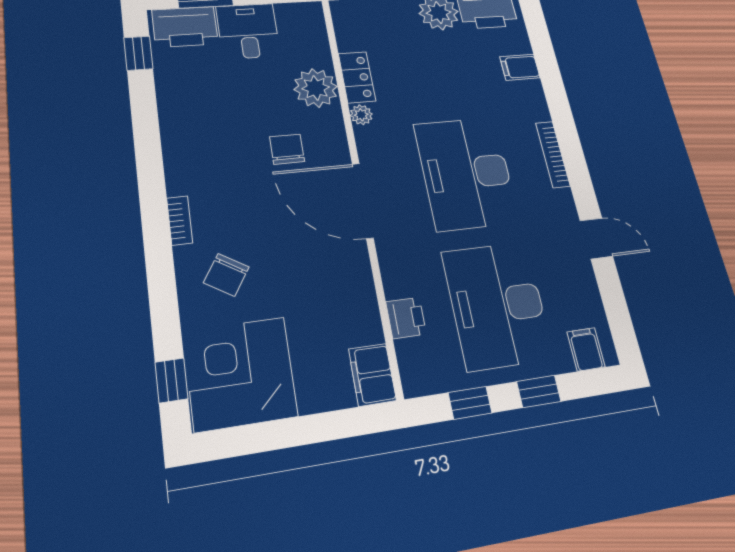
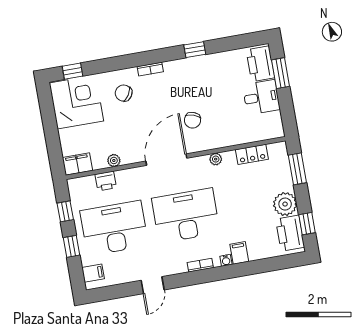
window: (138, 53) -> (195, 50), moved
filing cabinet: (520, 67) -> (239, 253), moved
locker: (357, 77) -> (252, 154), moved
plant: (316, 88) -> (114, 160), moved, width x0.53, depth x0.53
water cooler: (541, 112) -> (226, 260), added
chair: (287, 149) -> (192, 120), turned 109
bookcase: (553, 154) -> (200, 265), width x0.64

